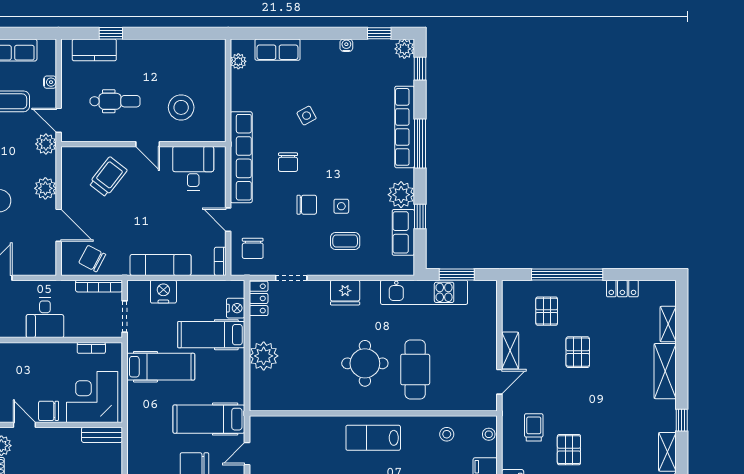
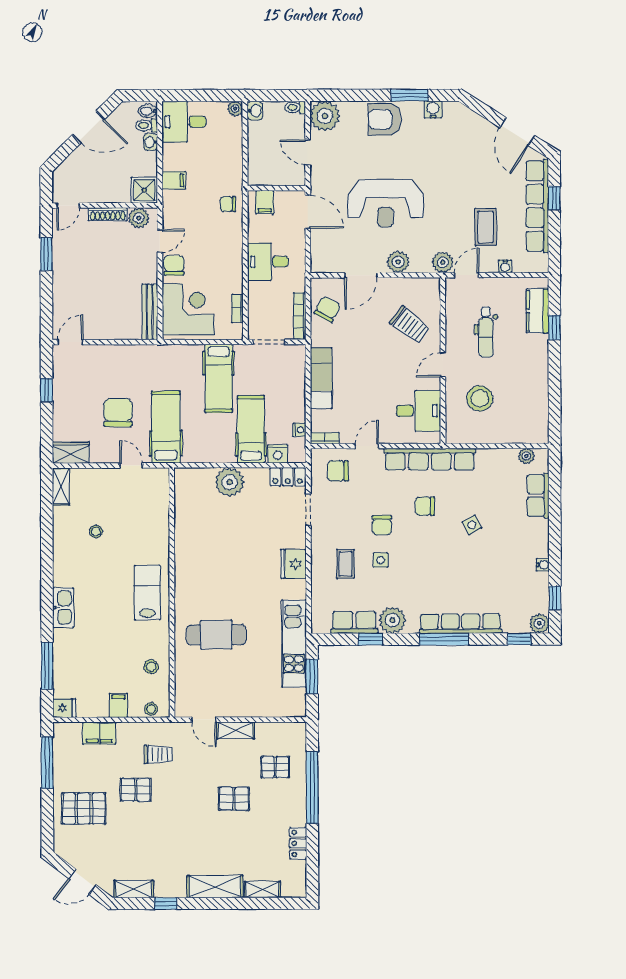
nightstand: (163, 292) -> (299, 430), moved, width x0.53, depth x0.56
round table: (365, 363) -> (222, 584), removed
bench: (102, 435) -> (150, 312), width x1.36

